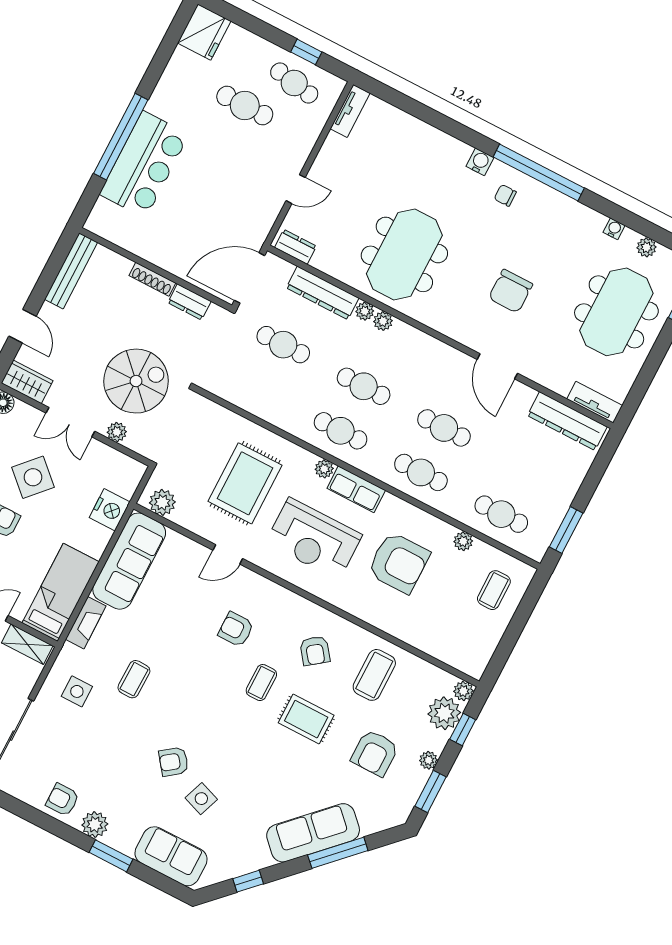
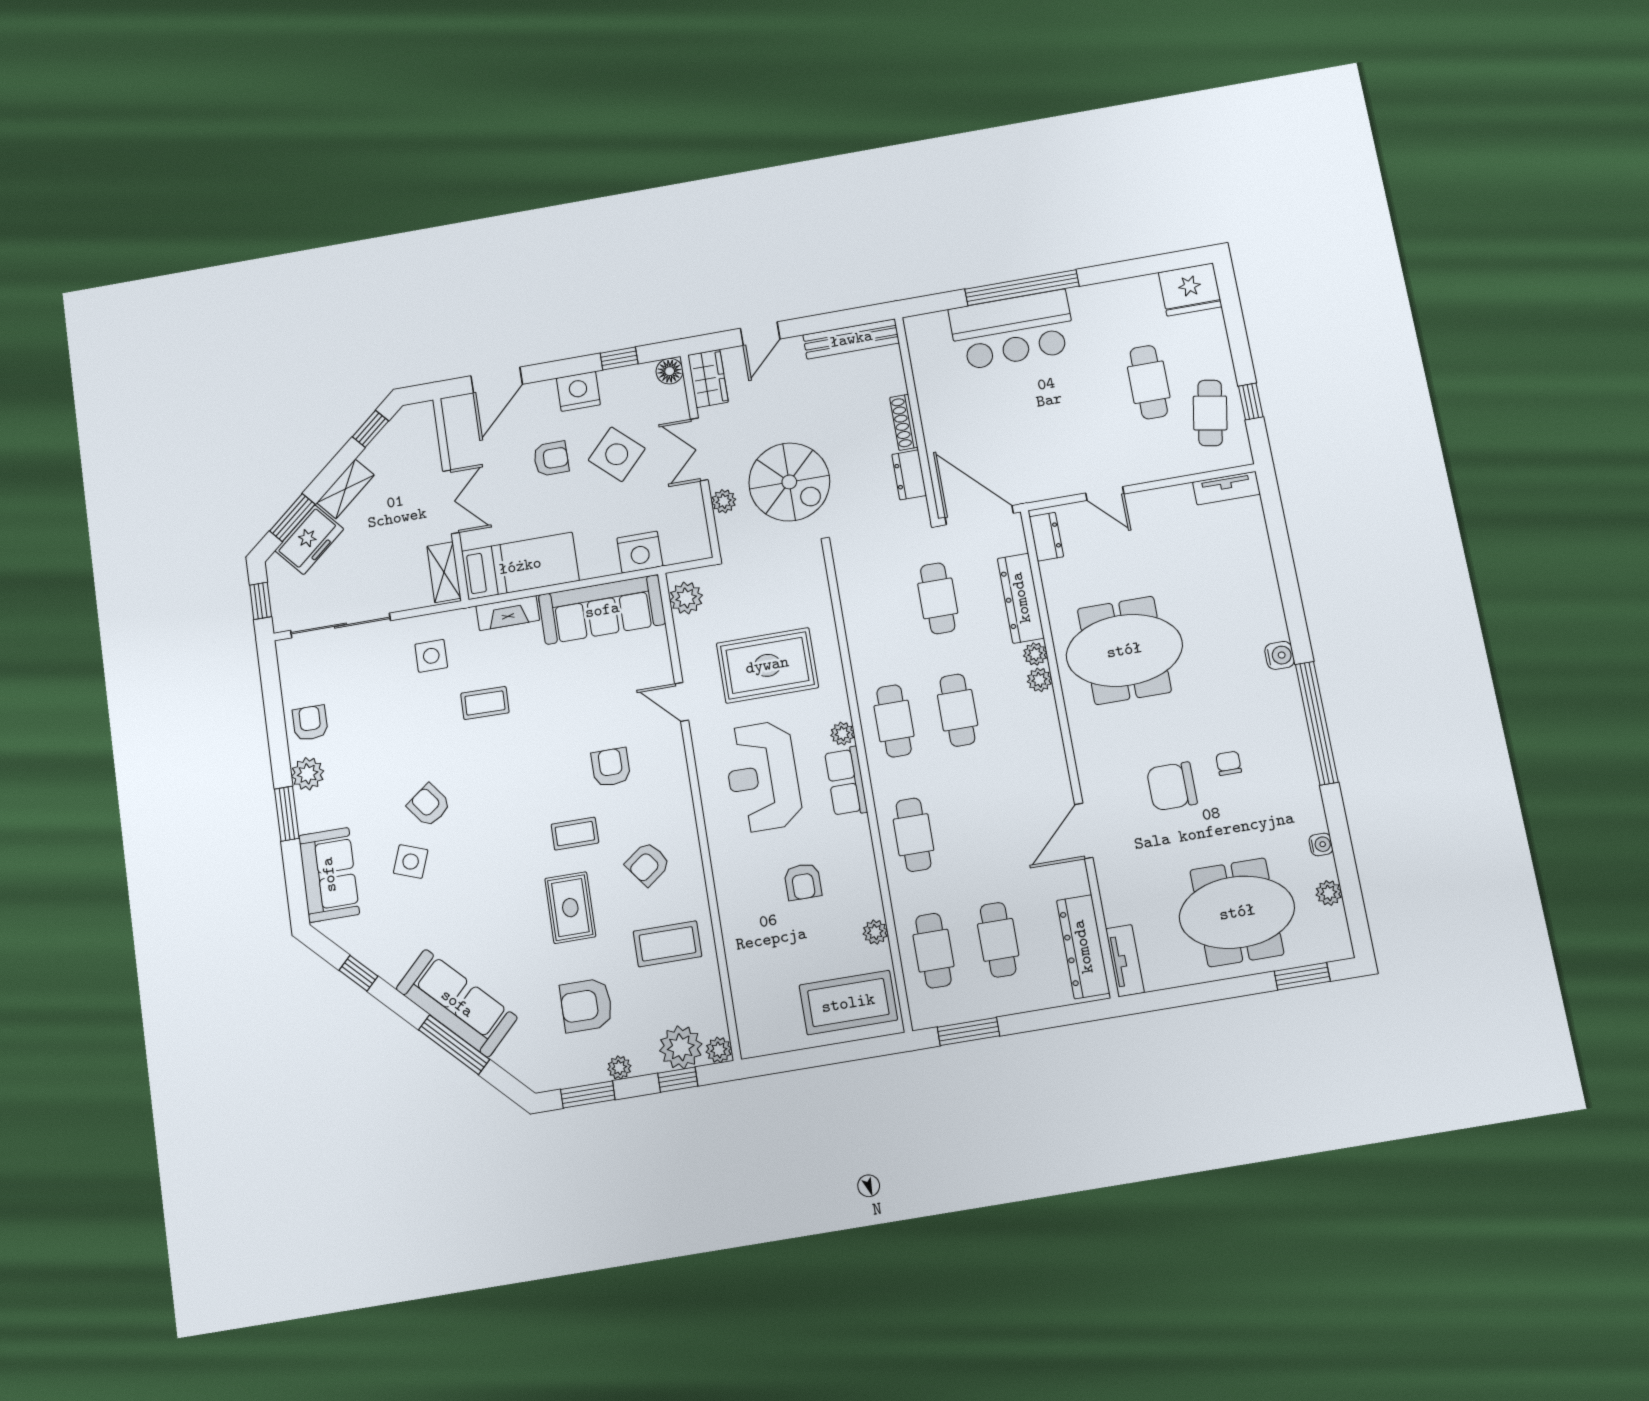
chair: (505, 195) -> (1229, 763), moved
cafe table: (444, 428) -> (998, 940), moved
armchair: (399, 563) -> (803, 882), width x0.53, depth x0.53
coffee table: (494, 590) -> (848, 1003), width x1.86, depth x1.72

